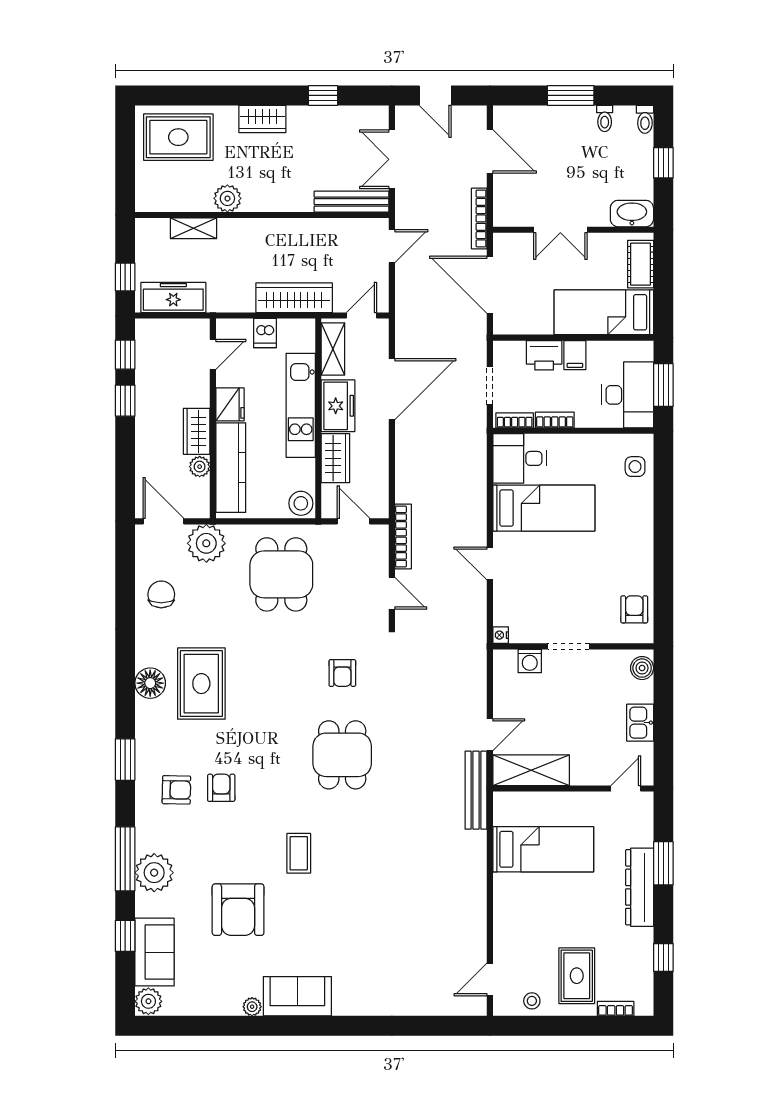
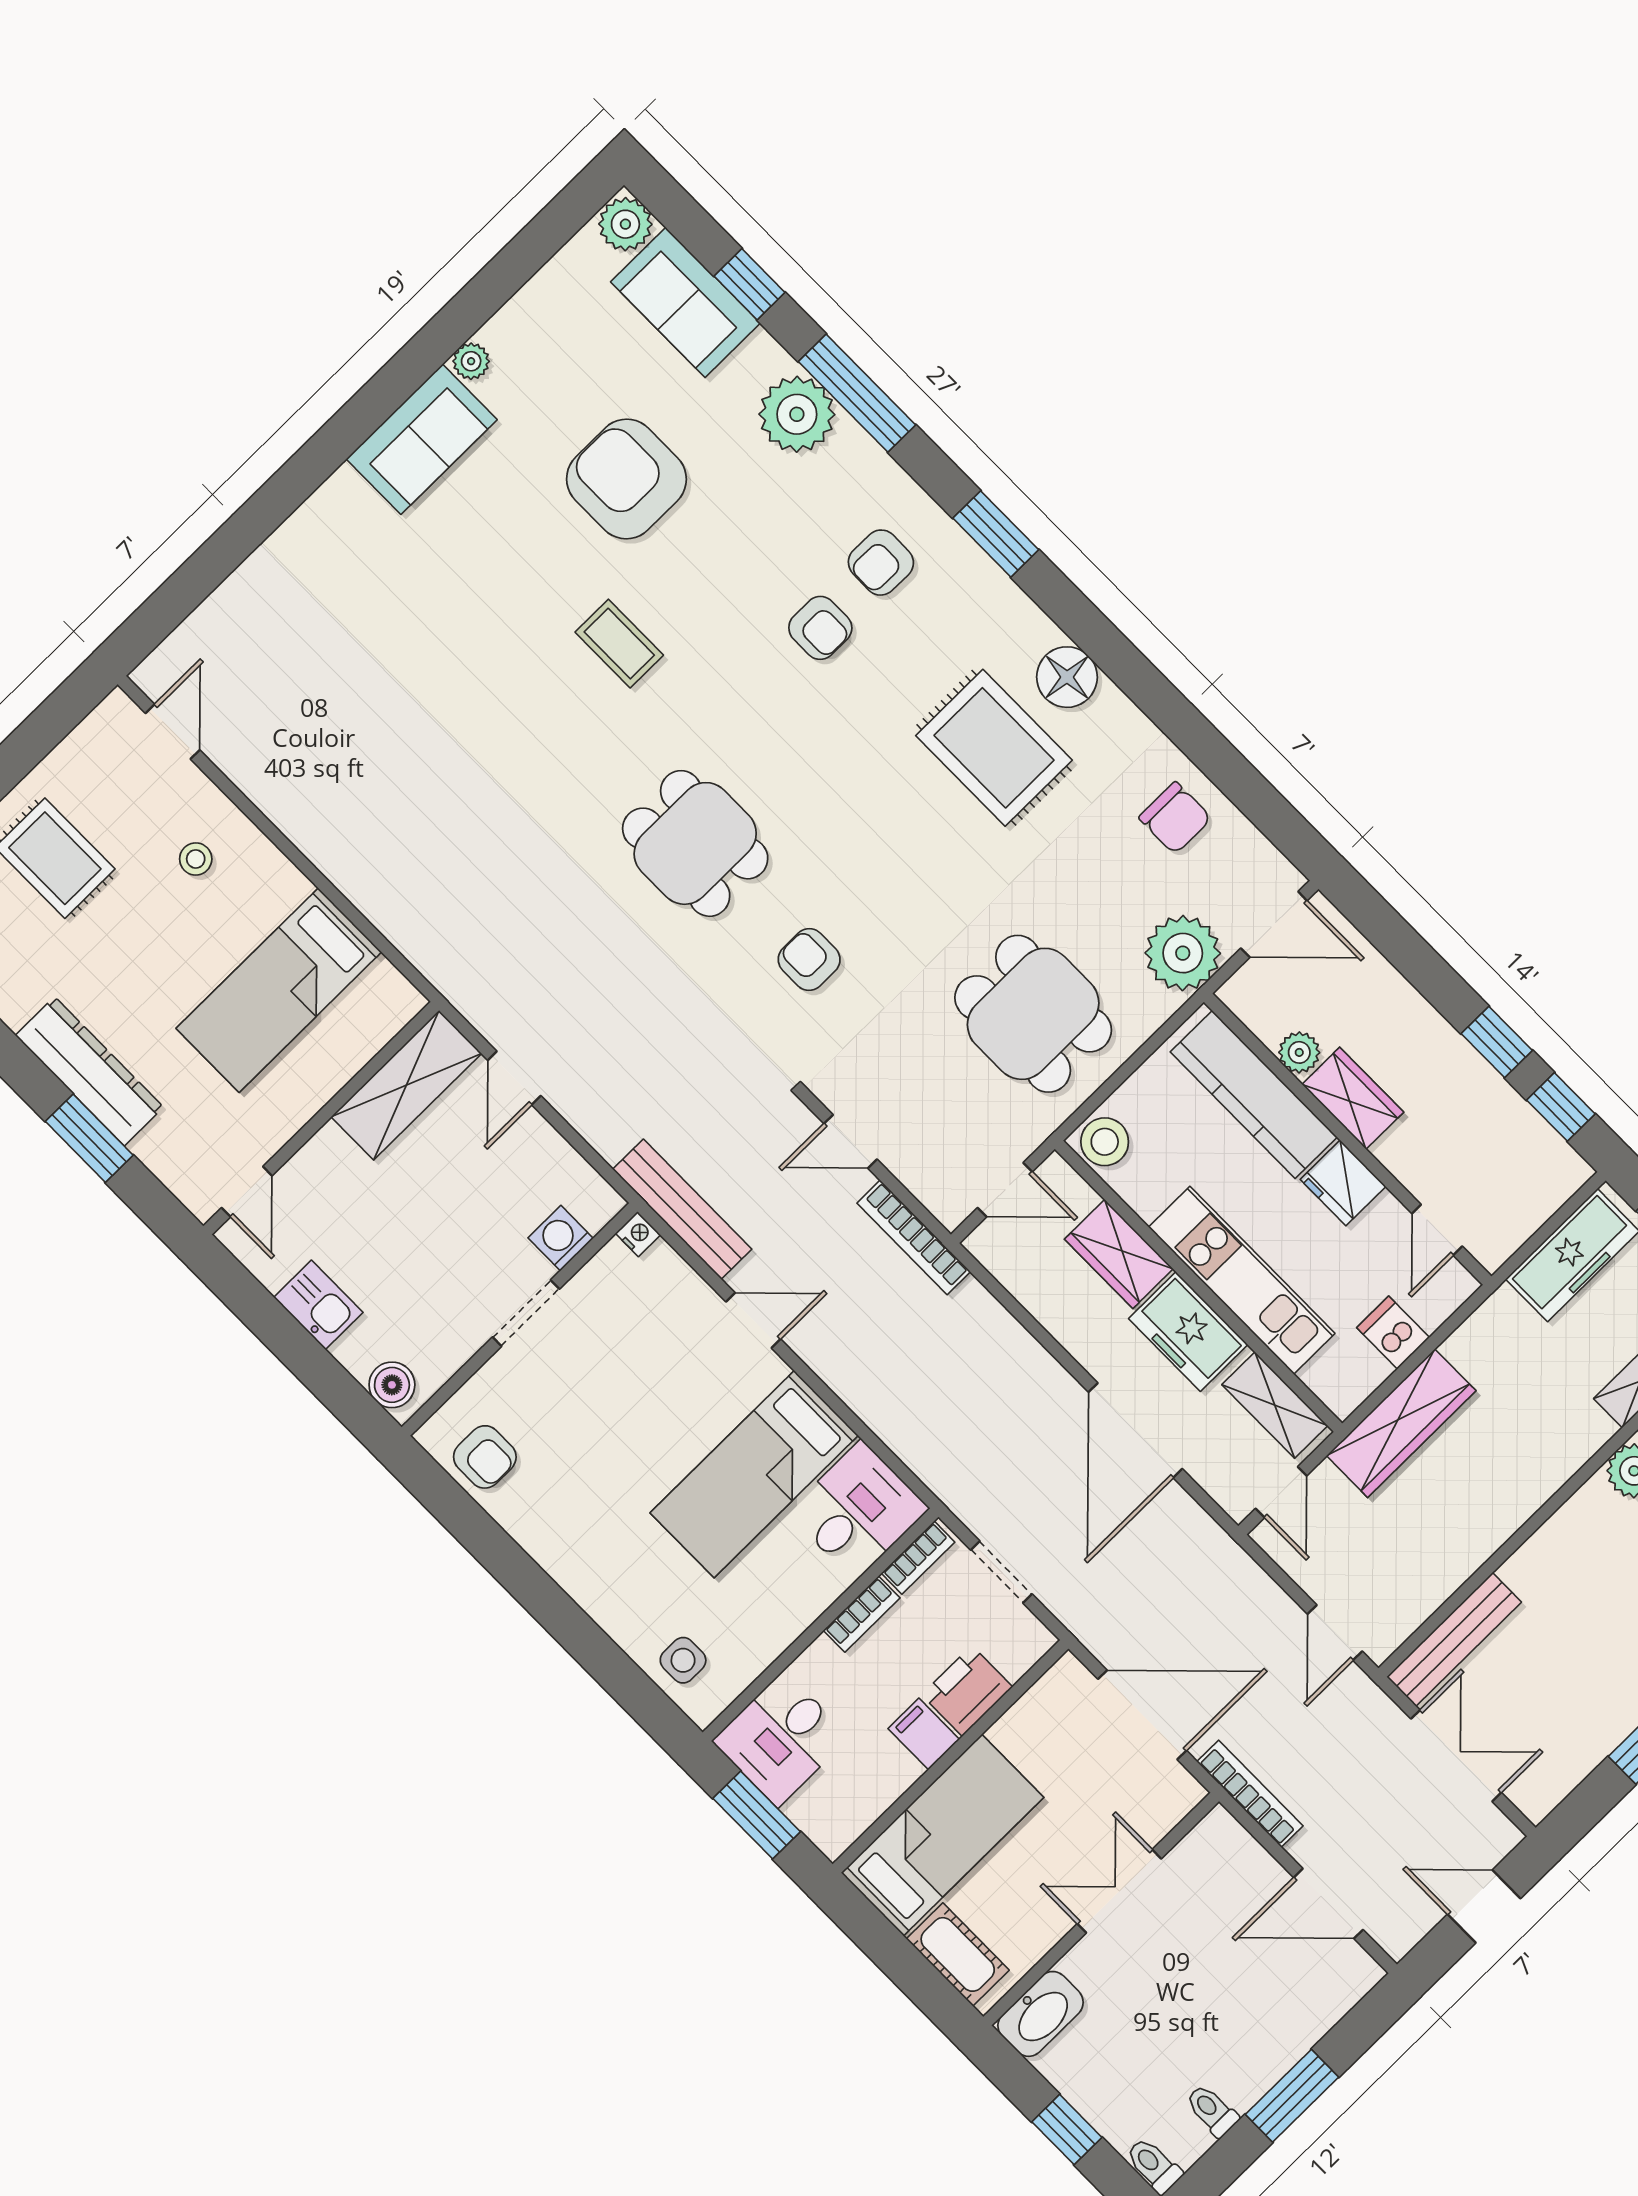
desk: (628, 395) -> (781, 1739), width x0.73
bench: (476, 790) -> (682, 1209), moved
stool: (532, 1001) -> (196, 859), moved

